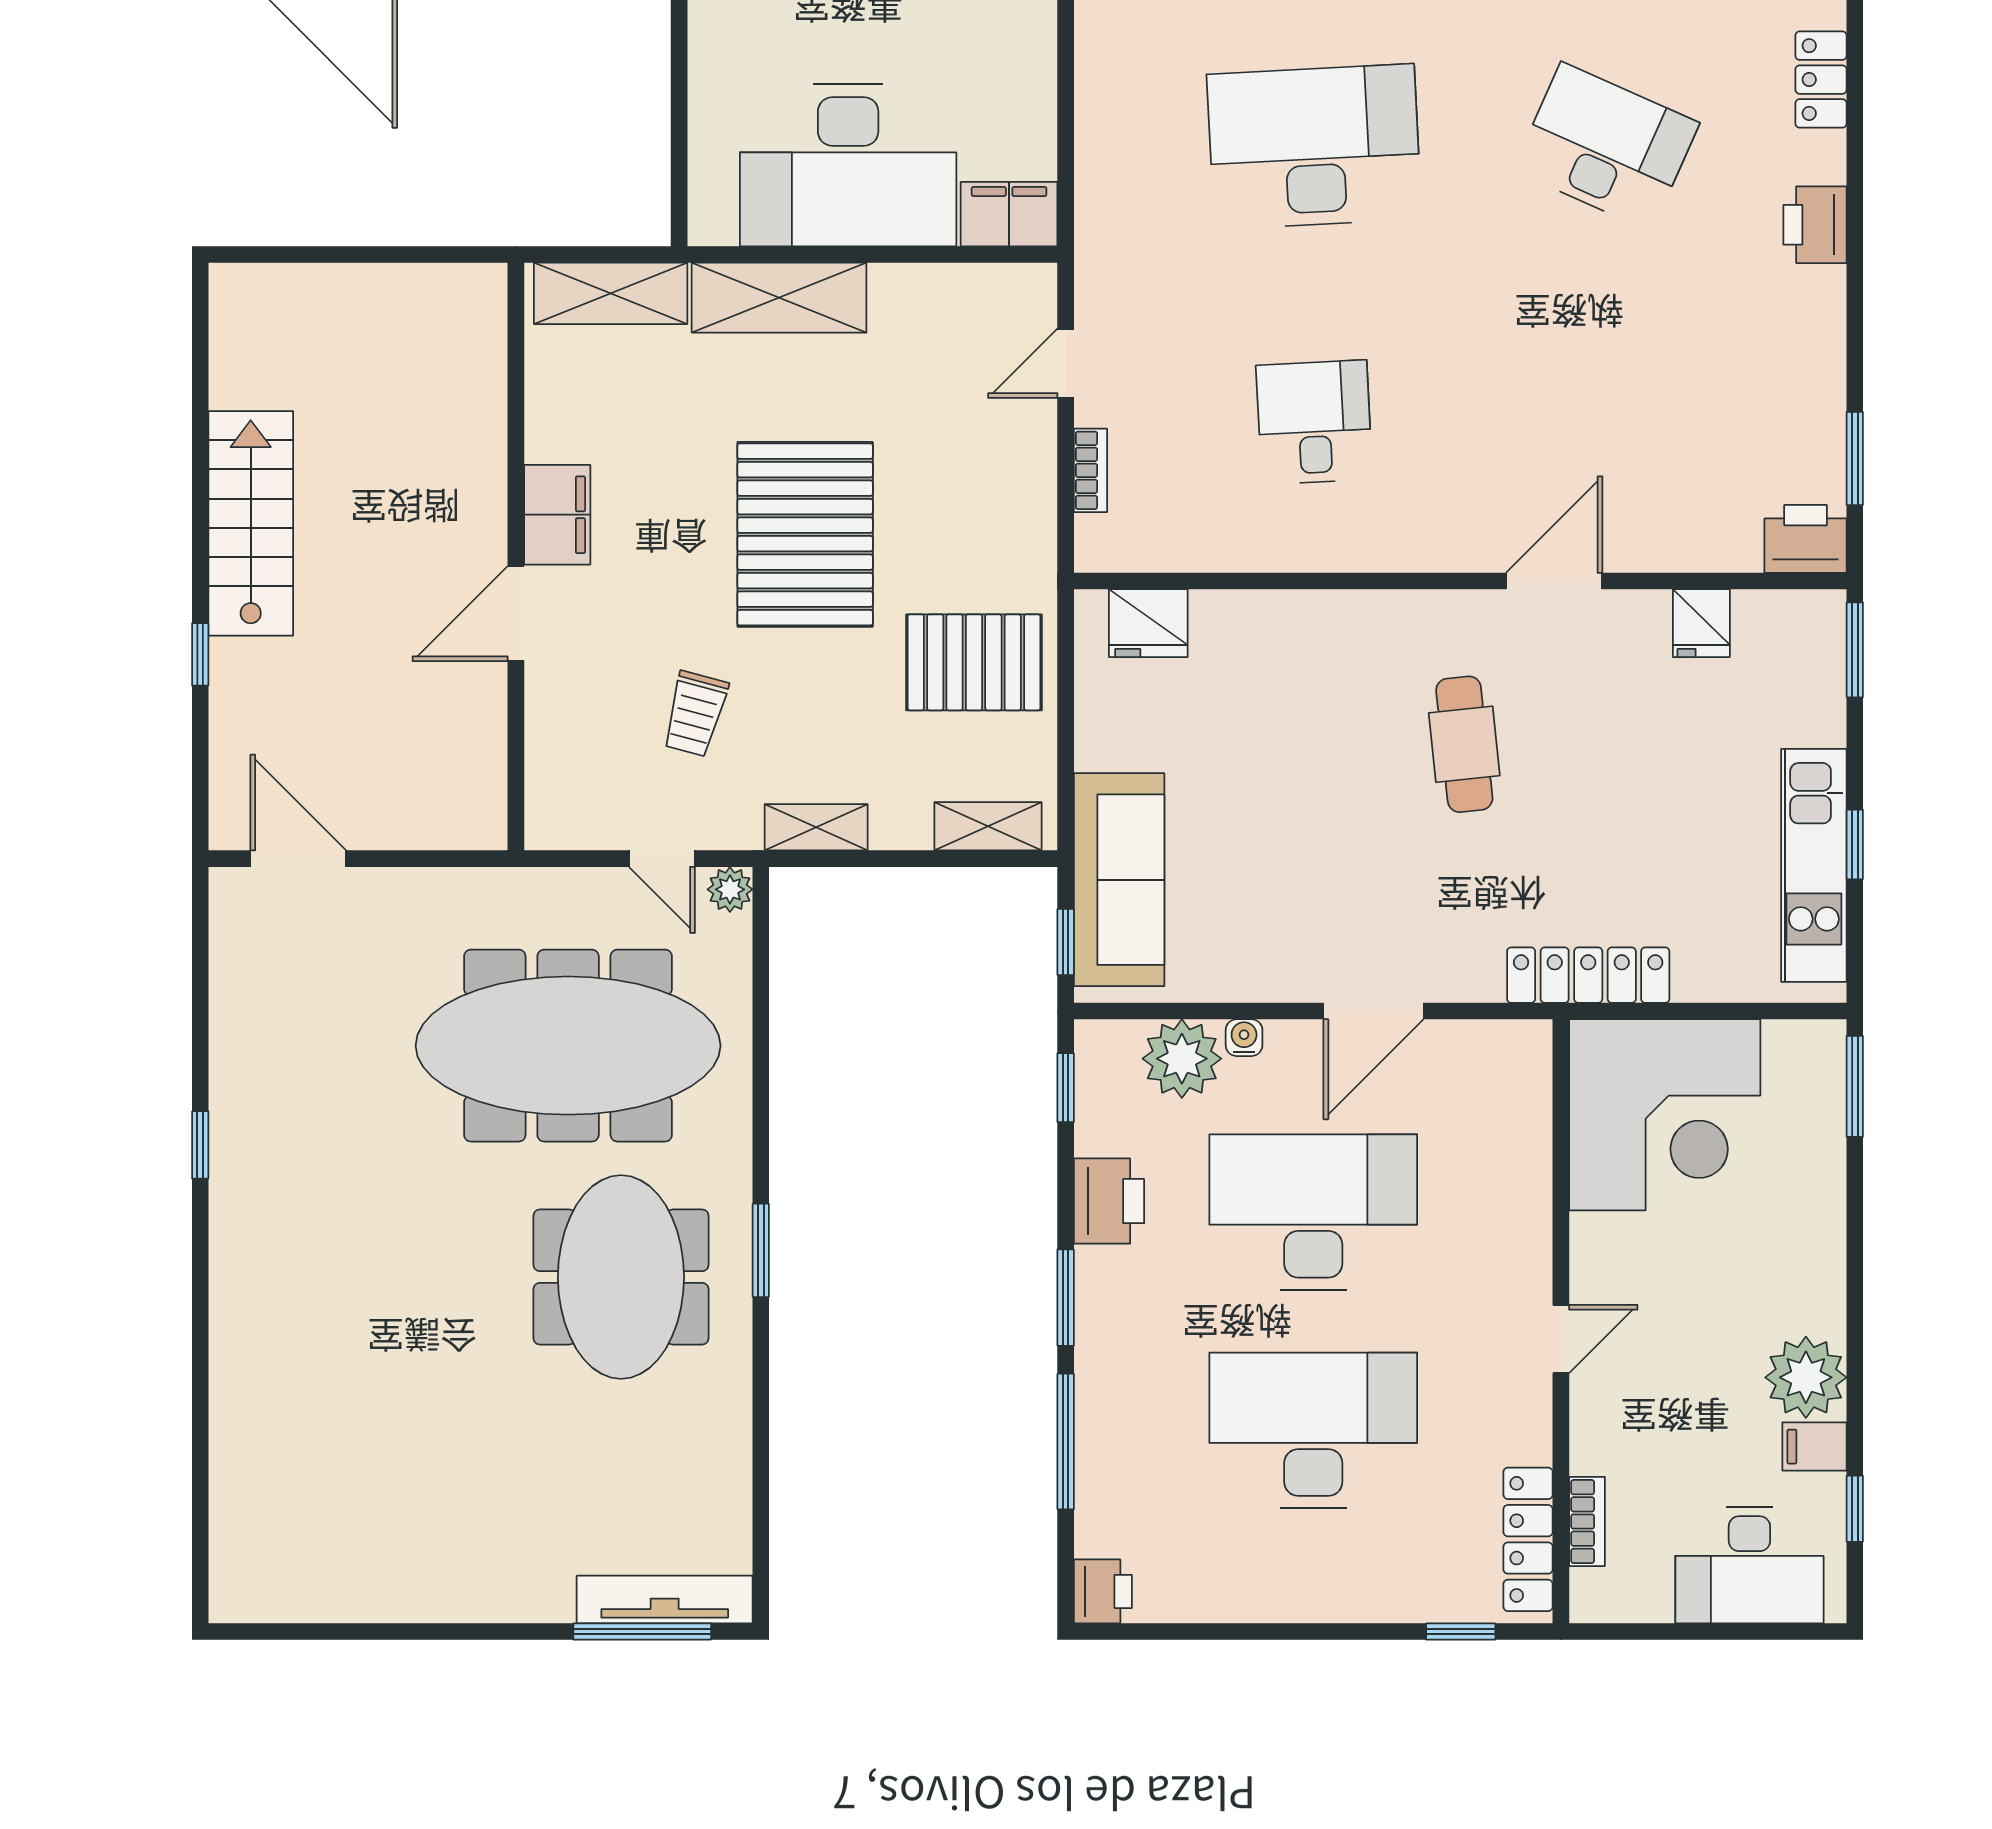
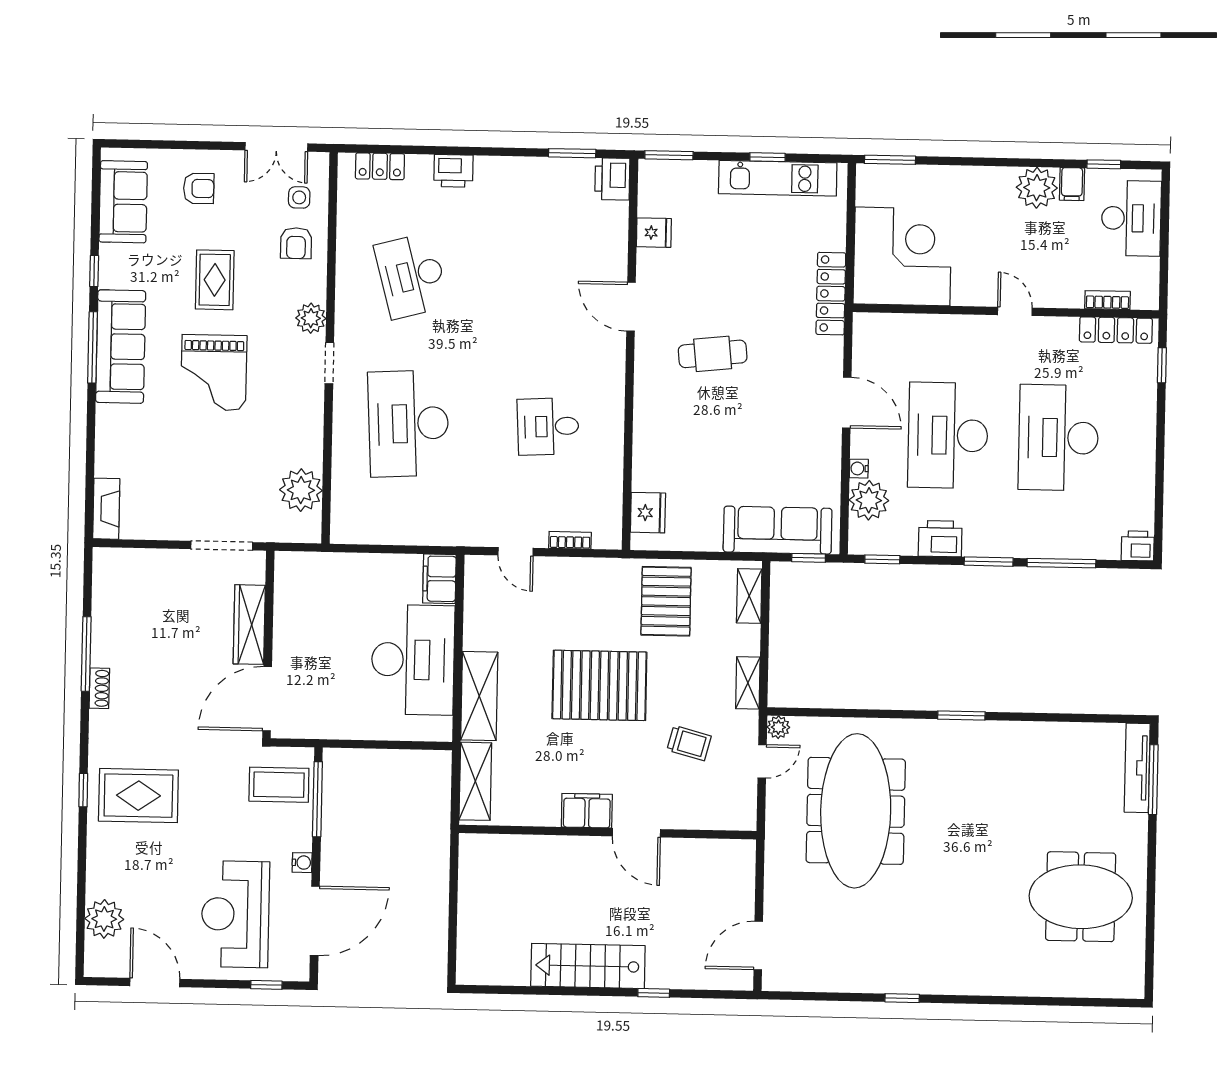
desk: (1606, 147) -> (412, 276), turned -39
meeting table: (621, 1277) -> (1081, 897), moved

